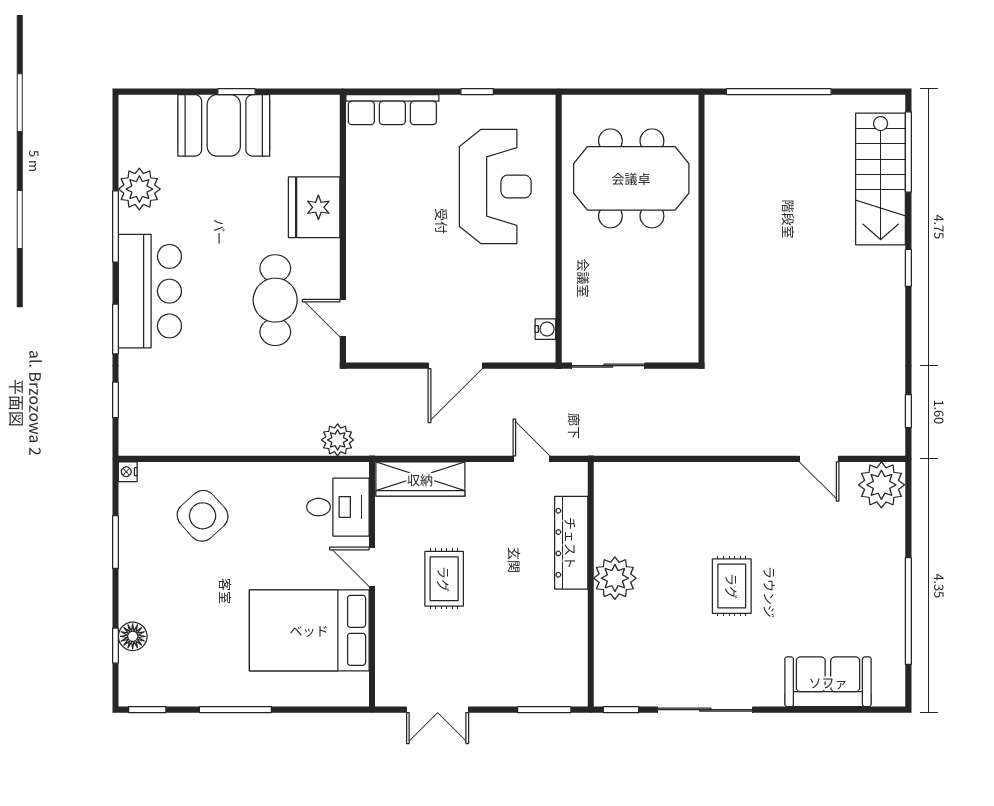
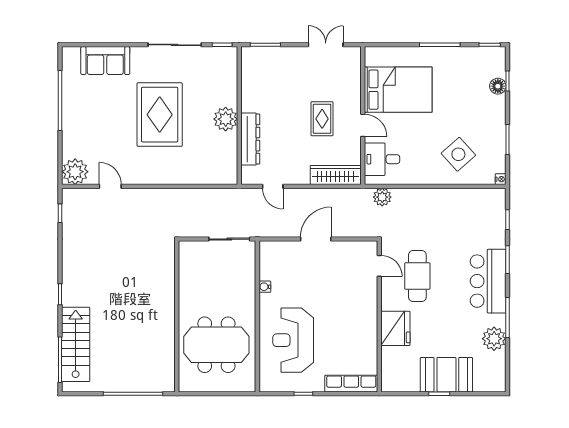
water cooler: (545, 329) -> (265, 287), moved
rug: (732, 586) -> (160, 115), width x1.86, depth x2.06

